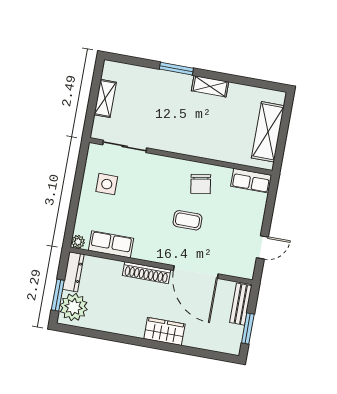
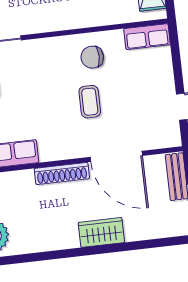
chair: (201, 184) -> (92, 57), turned 99
coffee table: (187, 220) -> (90, 102), turned 90

